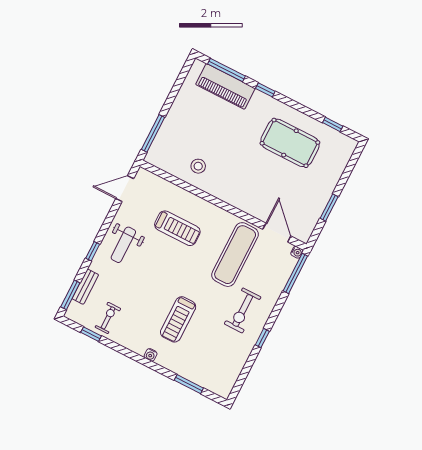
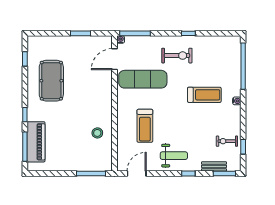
door: (125, 189) -> (137, 174), swing flipped
treadmill: (177, 228) -> (145, 126), turned 180
window: (189, 384) -> (243, 66), width x2.11

